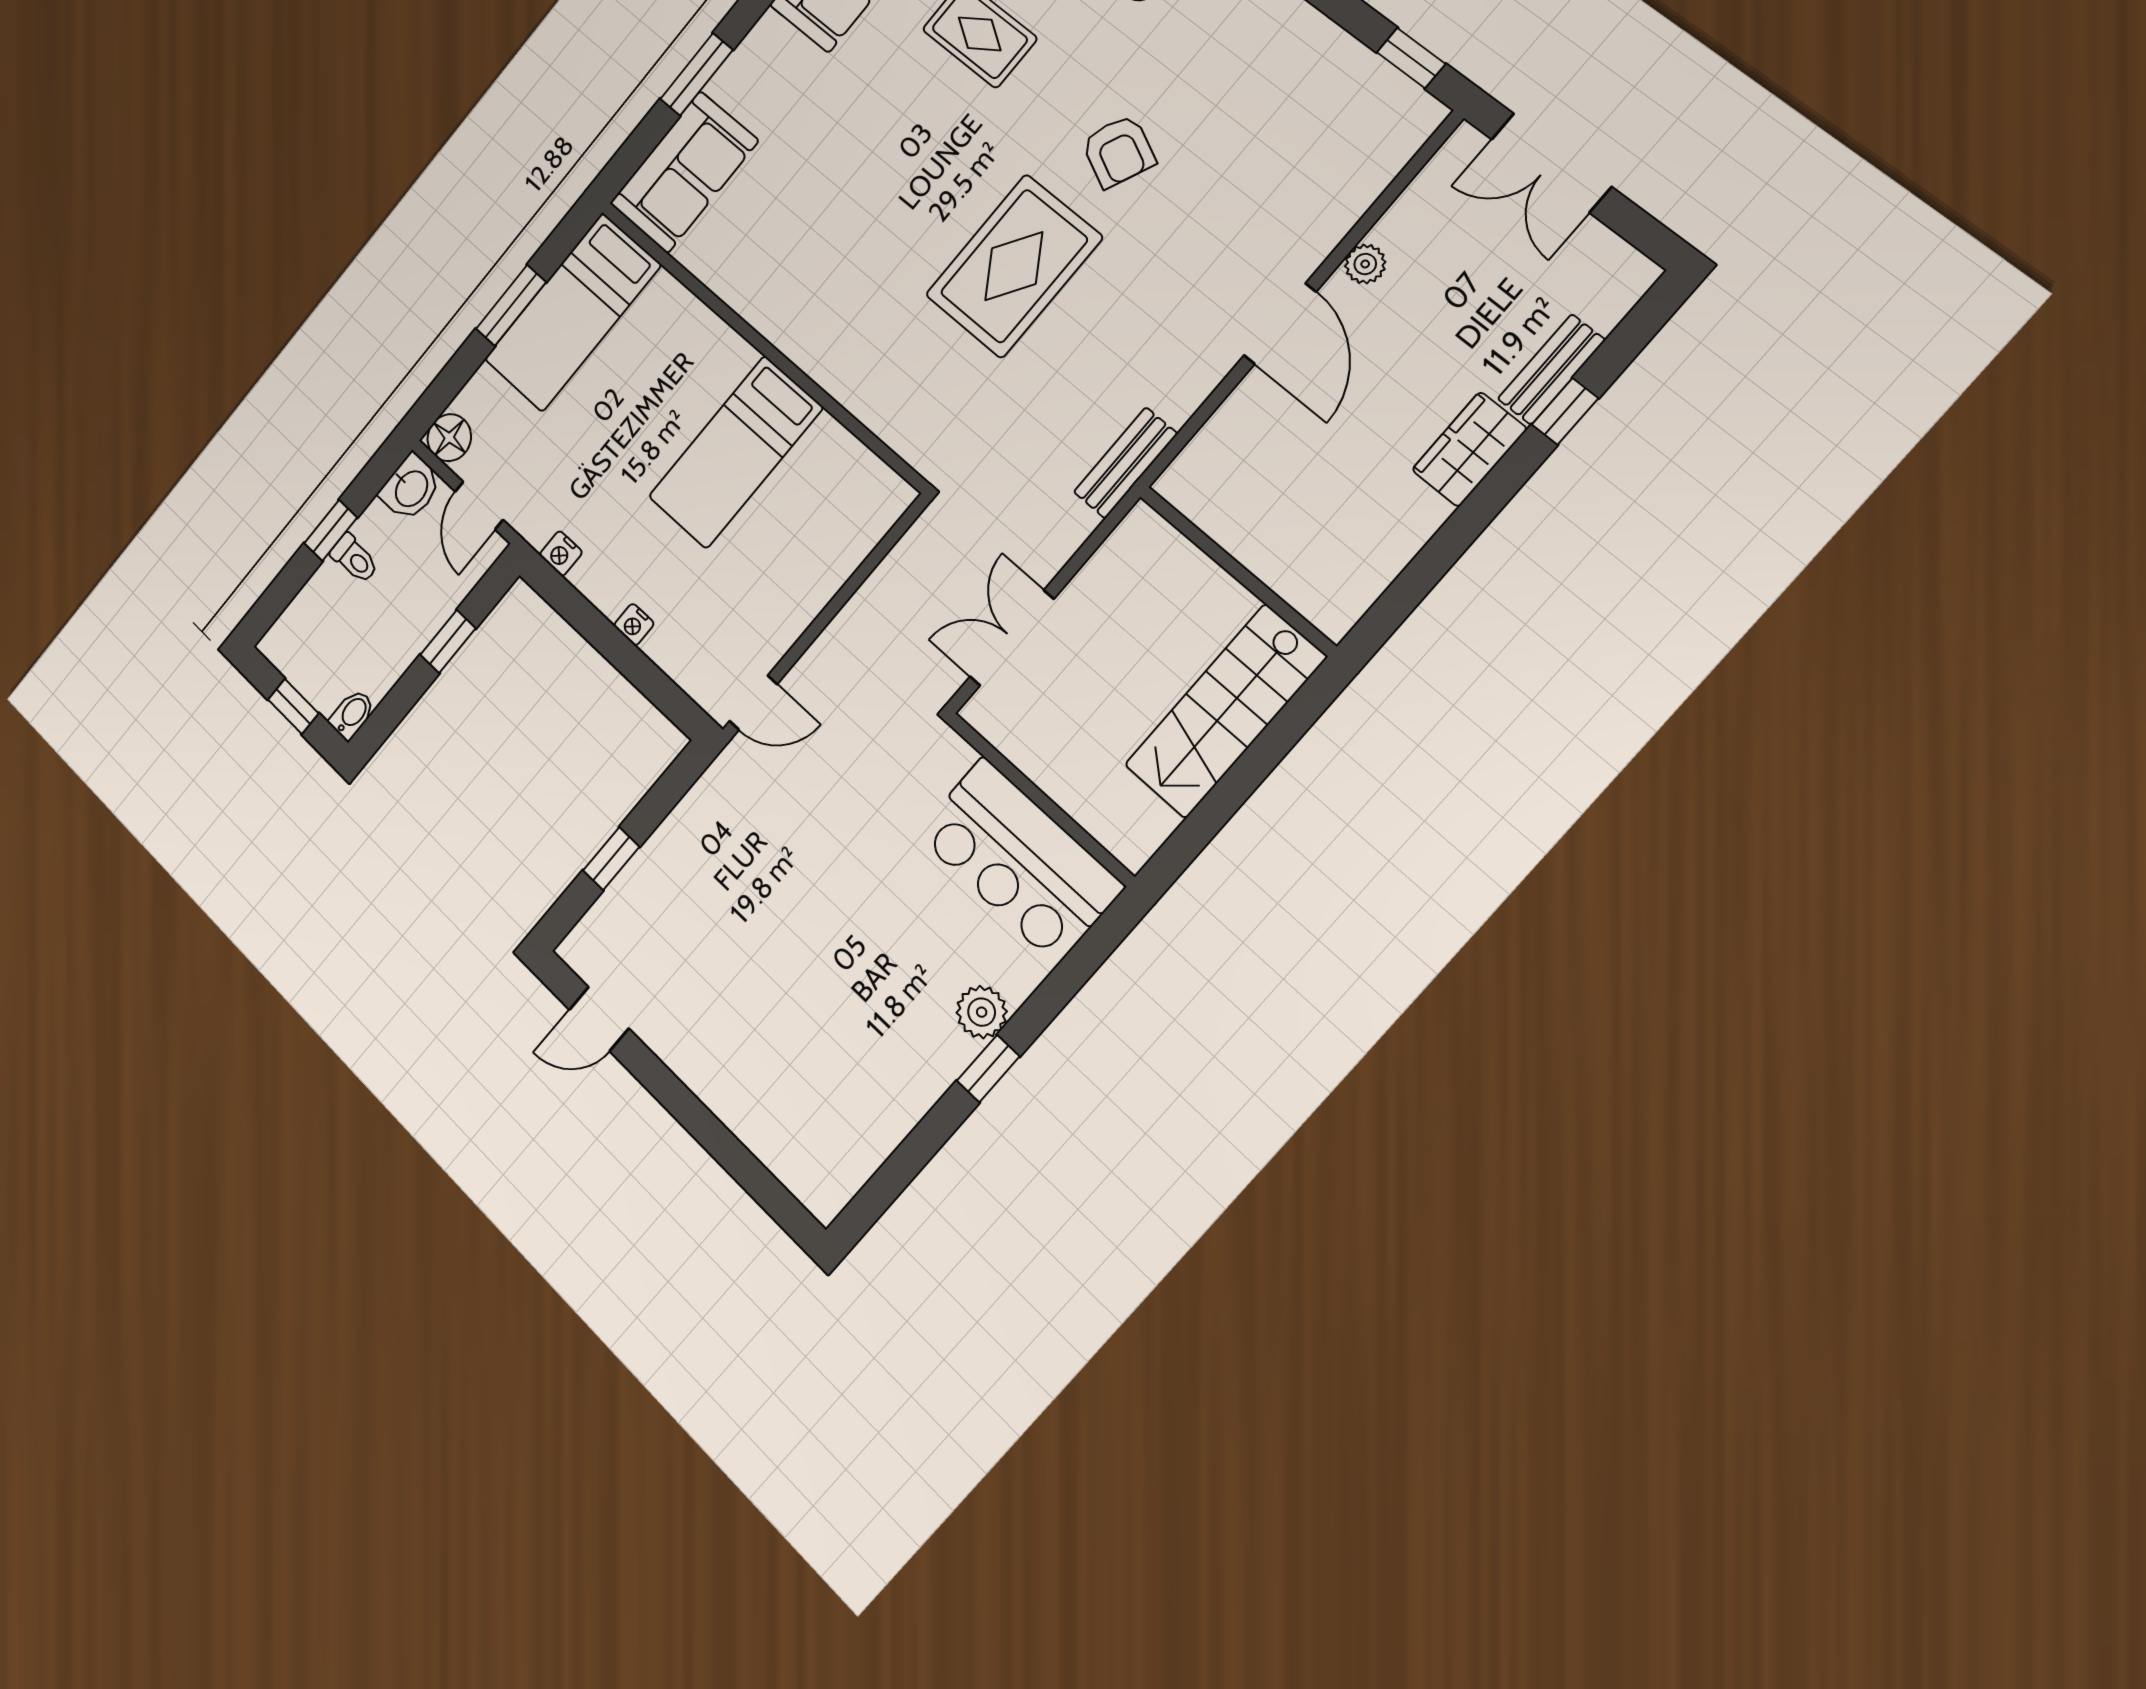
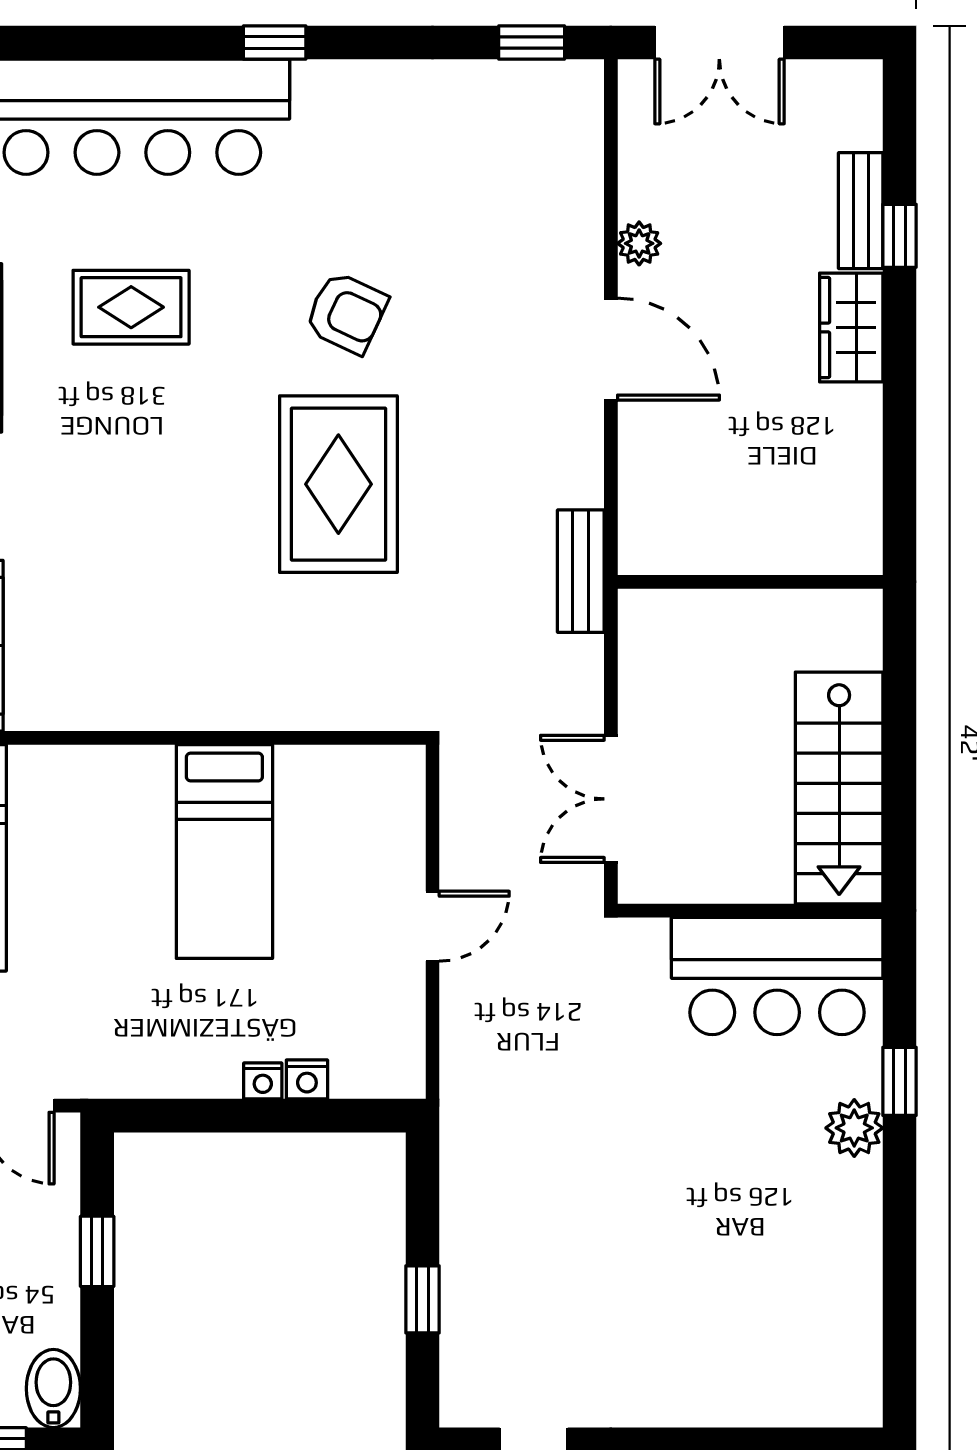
nightstand: (561, 553) -> (307, 1079), moved
door: (753, 703) -> (433, 926), moved
stairs: (1225, 711) -> (839, 788), moved
bidet: (352, 714) -> (53, 1389), width x1.38, depth x1.36
window: (988, 1069) -> (899, 1081), moved

